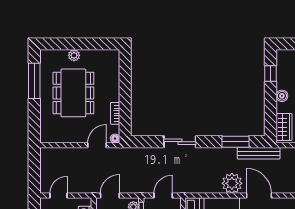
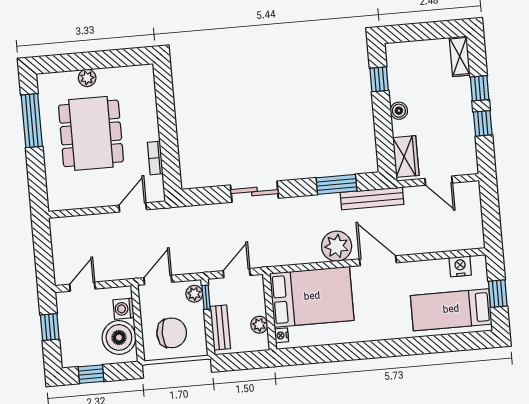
floor lamp: (115, 139) -> (158, 195), removed

